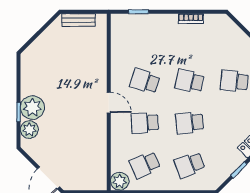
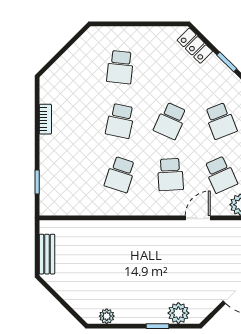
door: (109, 103) -> (198, 218), moved
plant: (32, 108) -> (107, 316), moved, width x0.53, depth x0.53
school desk: (190, 123) -> (170, 121), turned 30

